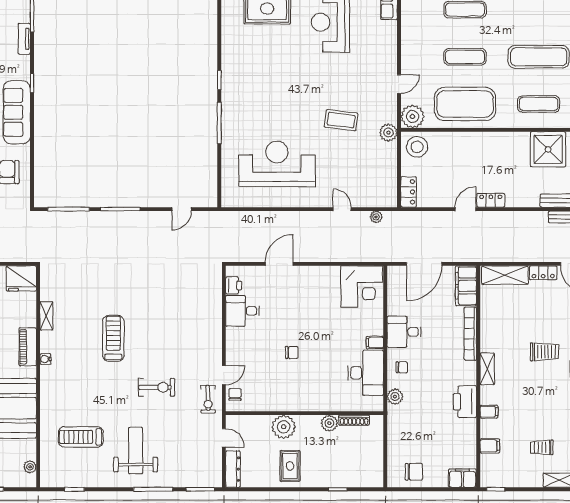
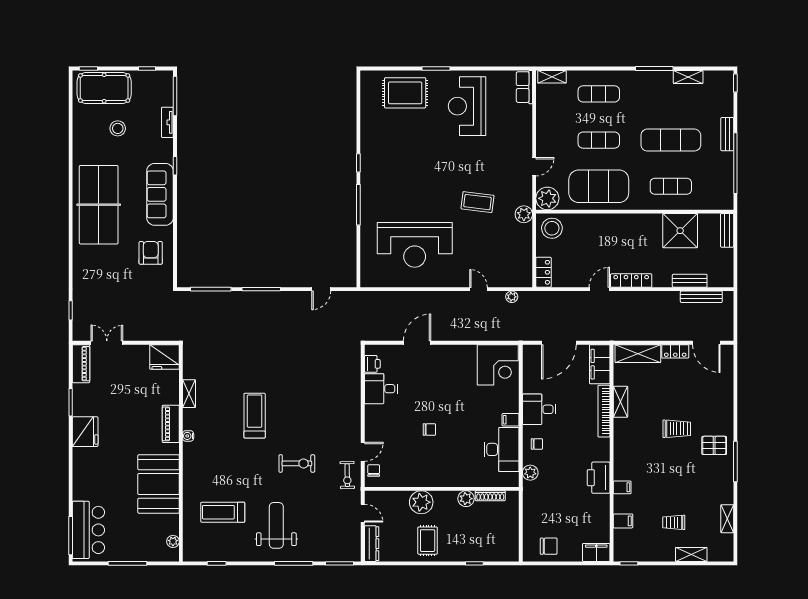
reception desk: (277, 164) -> (415, 245), turned 180
locker: (491, 200) -> (631, 281), width x1.53
shelving: (487, 369) -> (621, 402), moved

